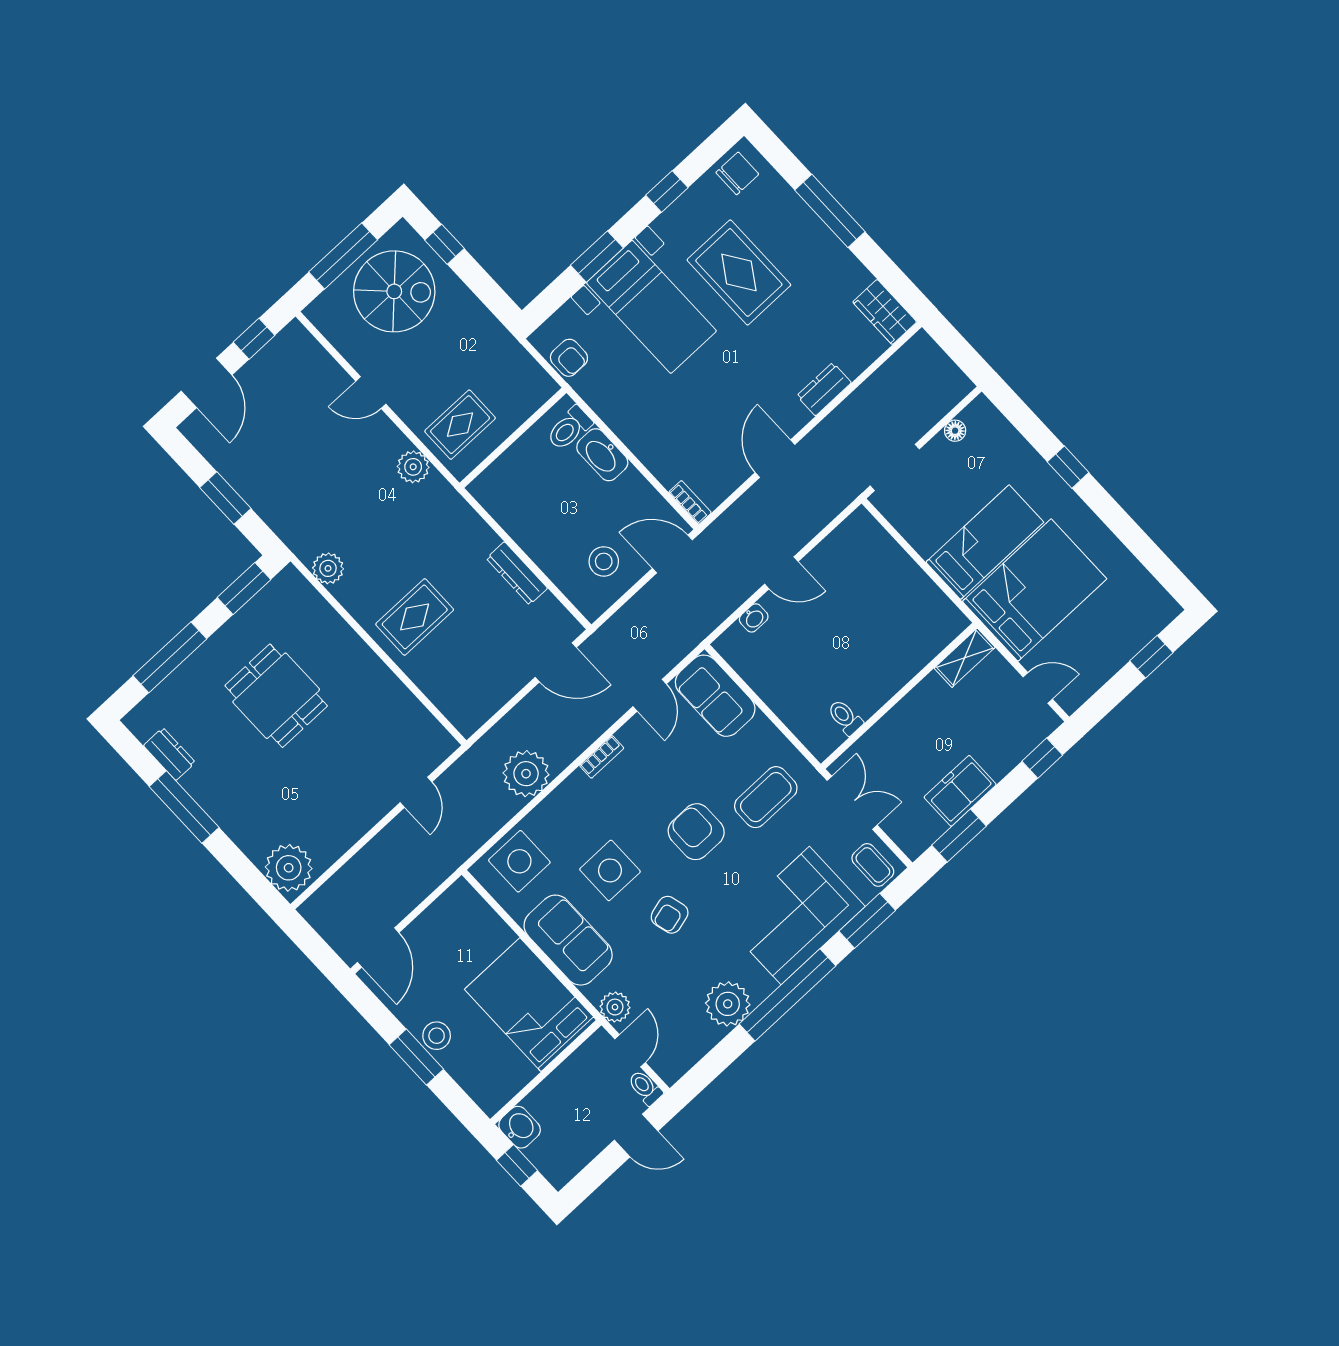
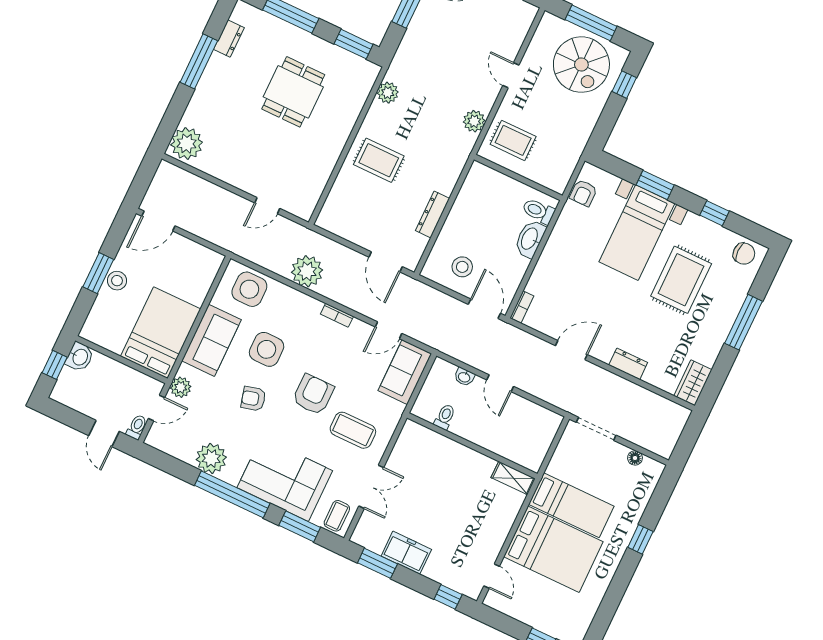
shelving: (965, 658) -> (513, 478), moved
wall: (899, 696) -> (472, 446), moved
toilet: (845, 717) -> (445, 417), moved

